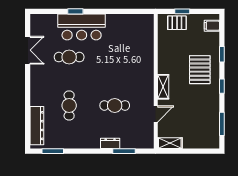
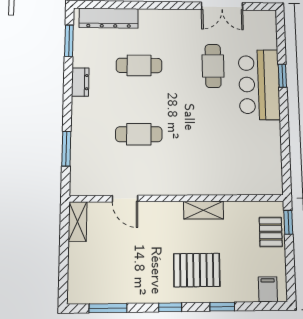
window: (182, 11) -> (288, 222), moved
shelving: (163, 87) -> (204, 210), moved
cafe table: (115, 105) -> (139, 134), turned 90
dresser: (110, 143) -> (80, 82), moved

